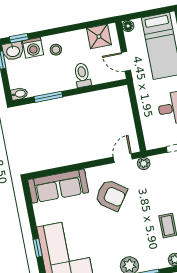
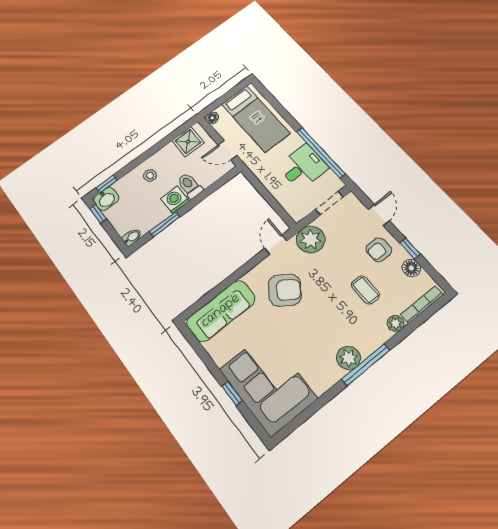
washing machine: (33, 48) -> (175, 200), moved, turned 180
plant: (144, 163) -> (311, 239), width x1.87, depth x1.87

